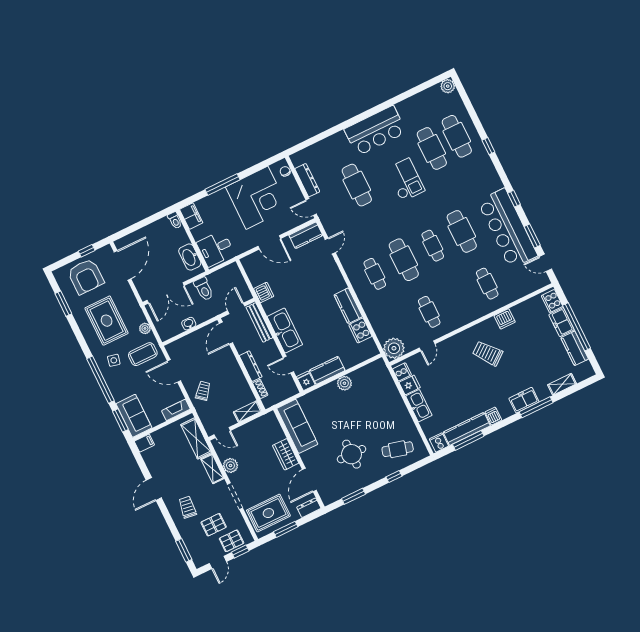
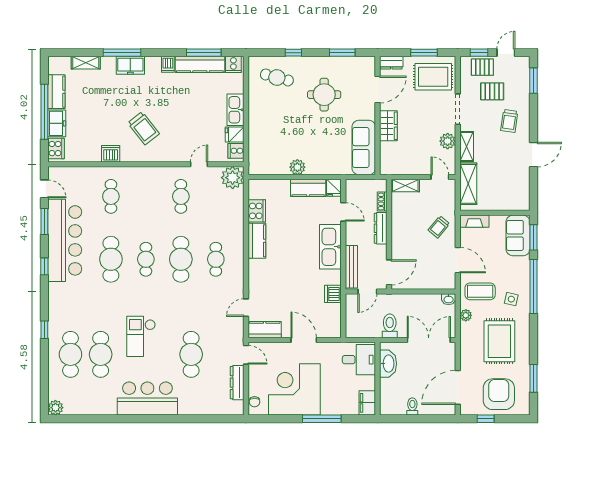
toilet: (175, 220) -> (412, 406), moved
washbasin: (189, 324) -> (449, 299), moved
filing cabinet: (144, 443) -> (521, 204), removed

